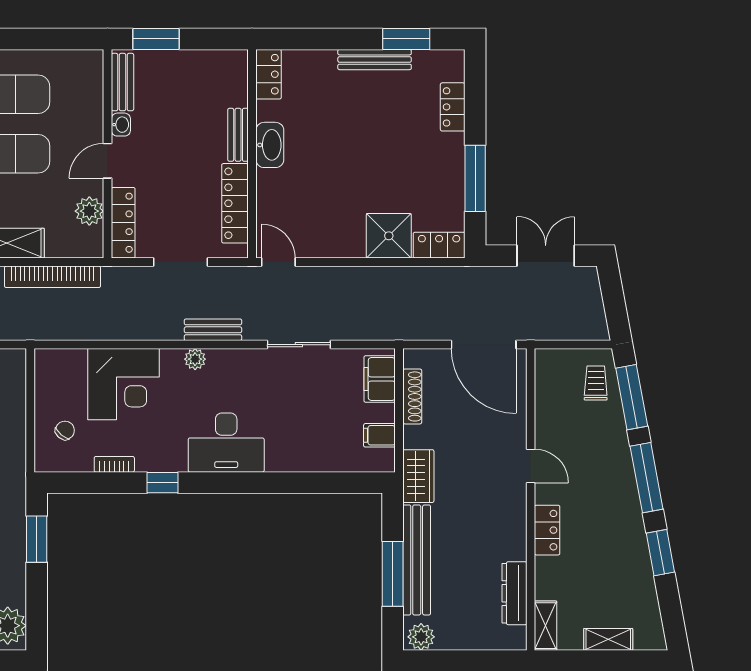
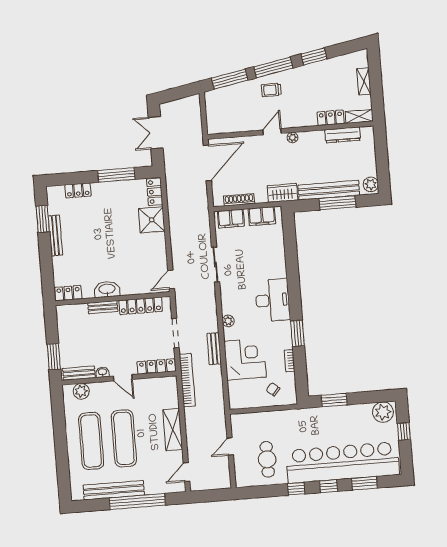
plant: (89, 211) -> (81, 391), moved
bookcase: (53, 277) -> (187, 380), moved
bench: (213, 330) -> (214, 349), moved
trolley: (596, 383) -> (271, 90), moved
filing cabinet: (379, 435) -> (262, 216), width x2.00
window: (163, 483) -> (297, 333), width x1.50
plant: (517, 502) -> (292, 137), added
locker: (547, 530) -> (331, 118), moved

